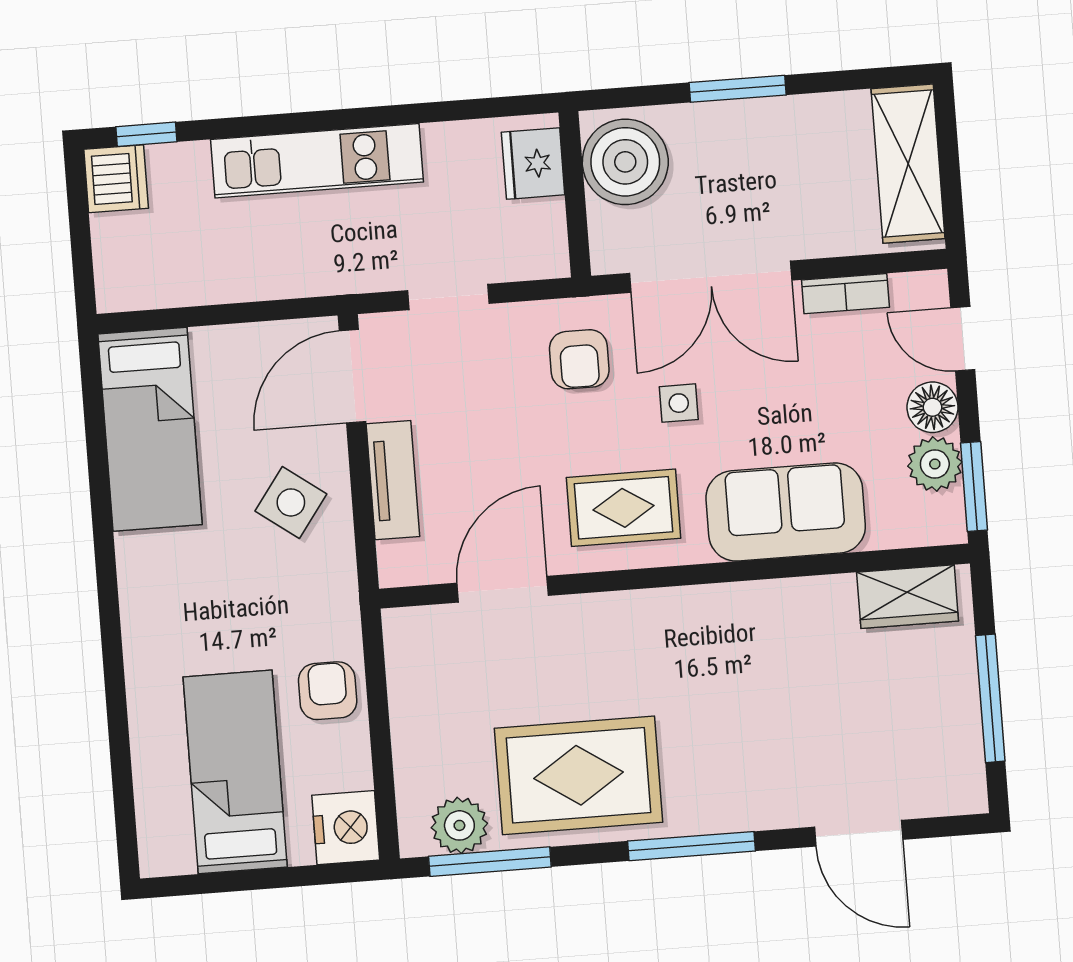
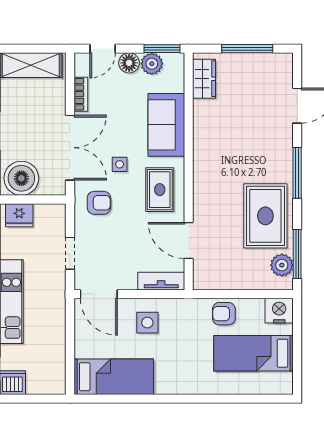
tv unit: (393, 480) -> (161, 281), moved
side table: (291, 502) -> (147, 323), turned -36

